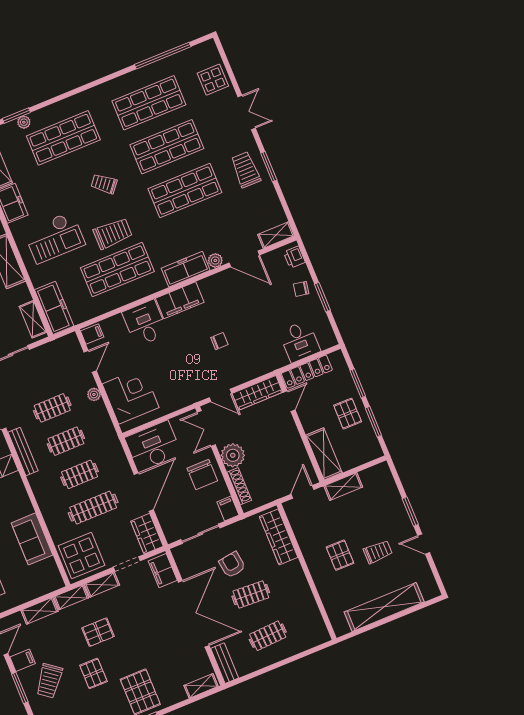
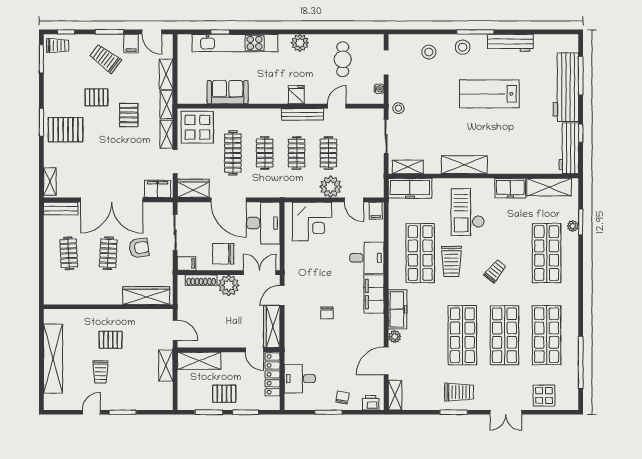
plant: (94, 394) -> (331, 187), width x1.87, depth x1.87

